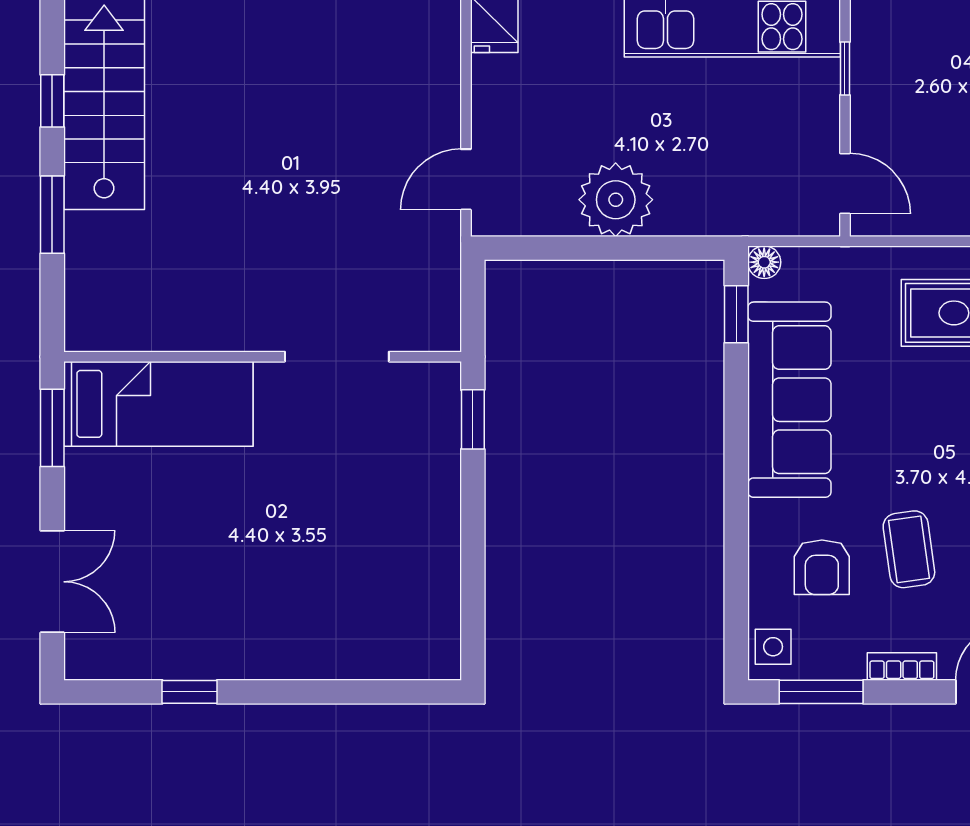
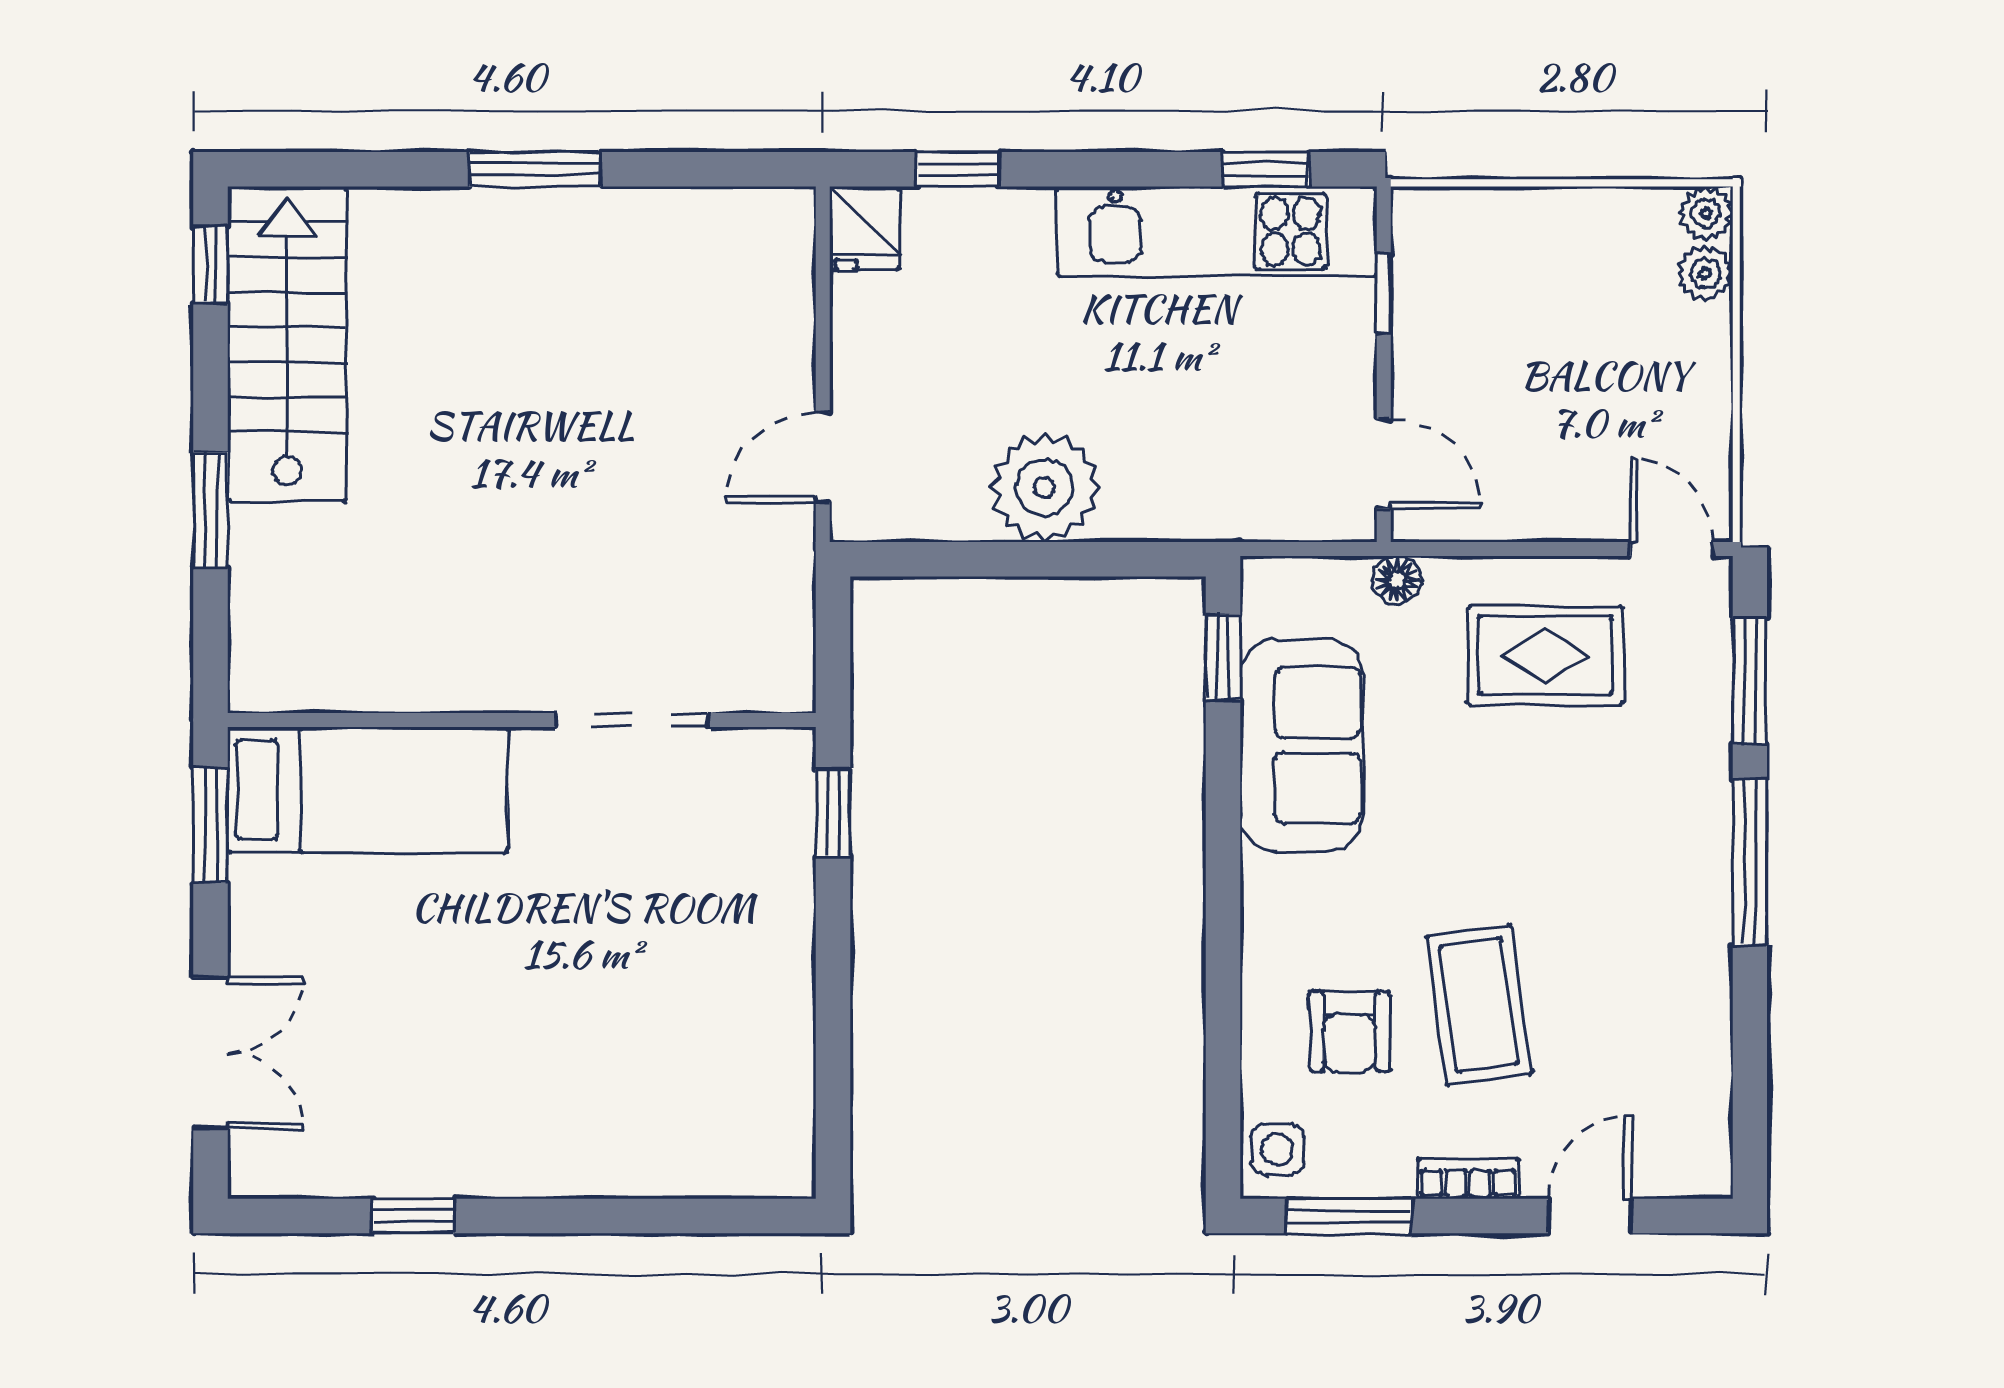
window: (52, 101) -> (210, 265), moved
floor lamp: (764, 262) -> (1397, 580), moved
sofa: (789, 400) -> (1302, 745), width x0.73
coffee table: (909, 549) -> (1479, 1005), width x1.36, depth x1.30

